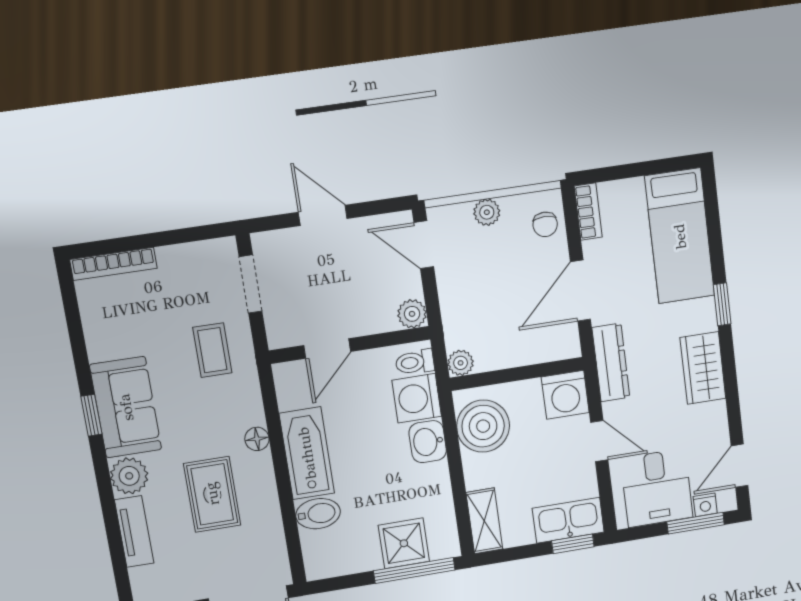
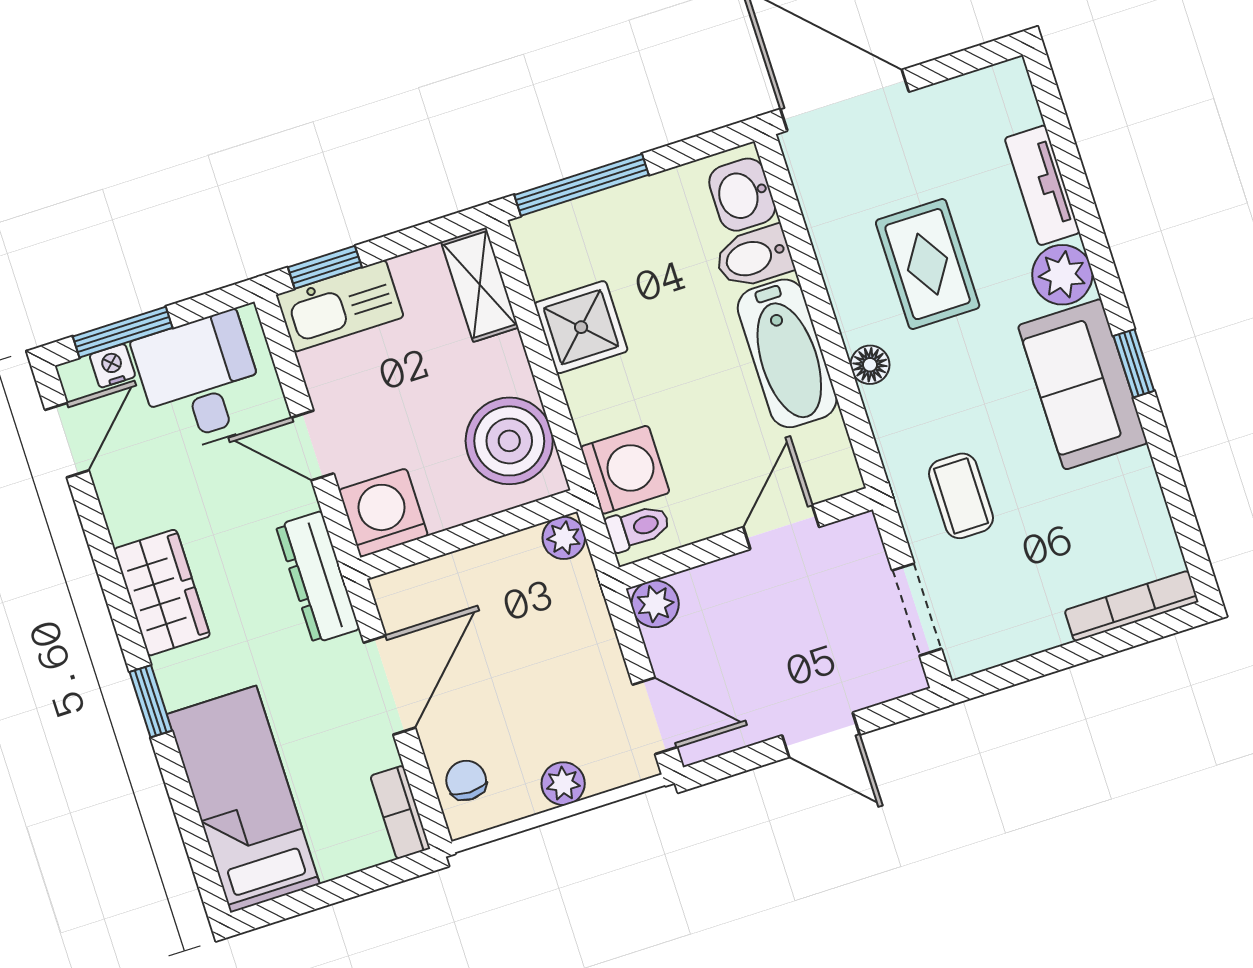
washbasin: (428, 442) -> (742, 195), moved, turned 180
shower: (404, 543) -> (581, 327), moved

